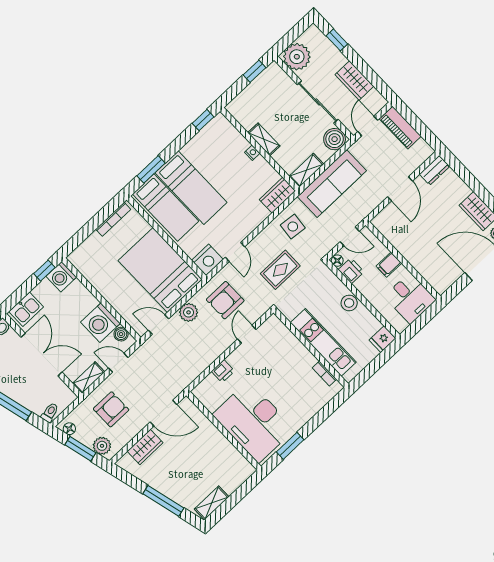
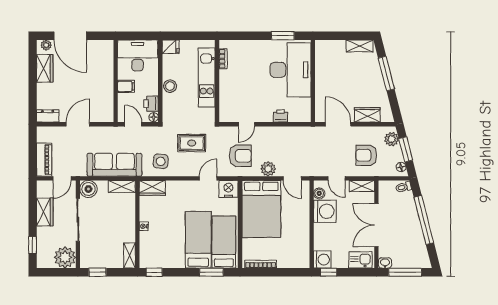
shelving: (264, 139) -> (130, 255), moved
desk: (410, 298) -> (138, 55), width x1.37

